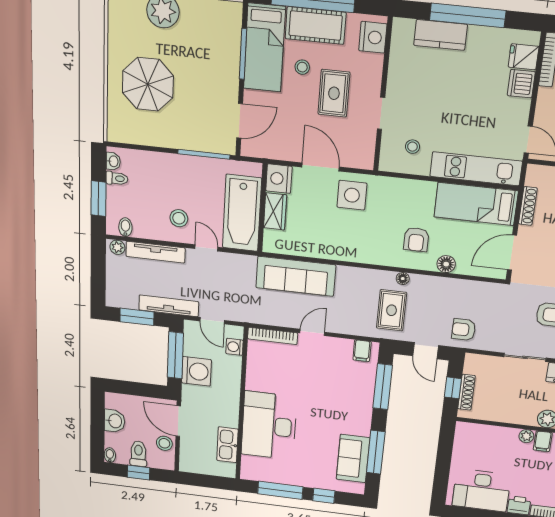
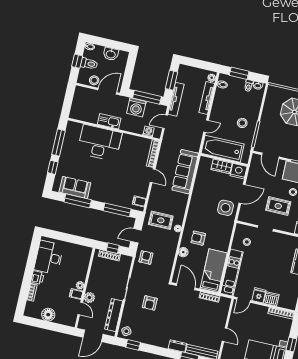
fridge: (524, 57) -> (259, 295), moved
stool: (179, 218) -> (242, 123), moved
kitchen sink: (227, 445) -> (109, 121), moved

